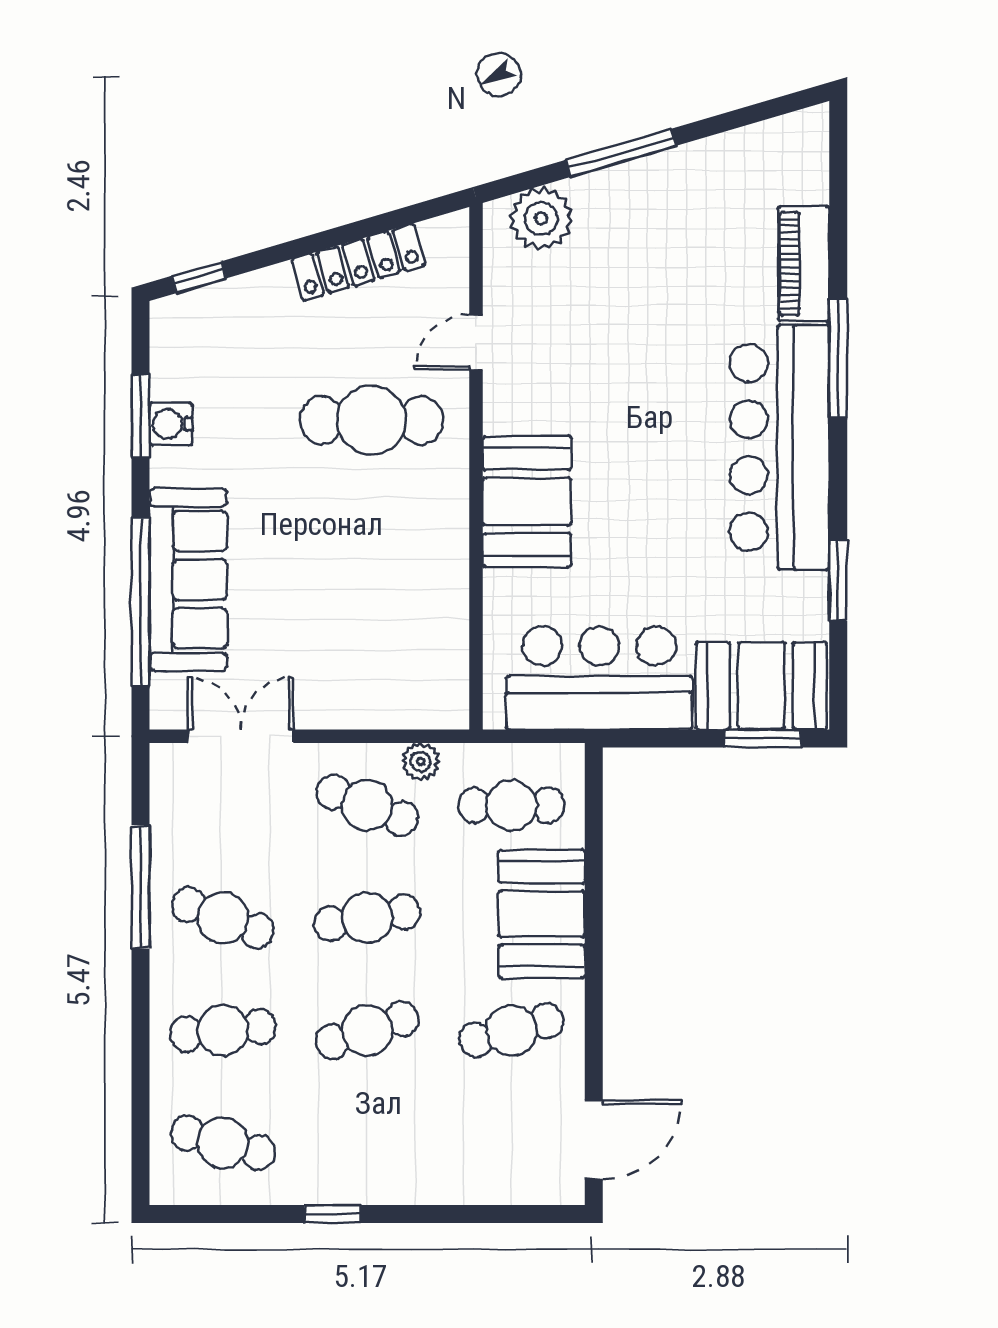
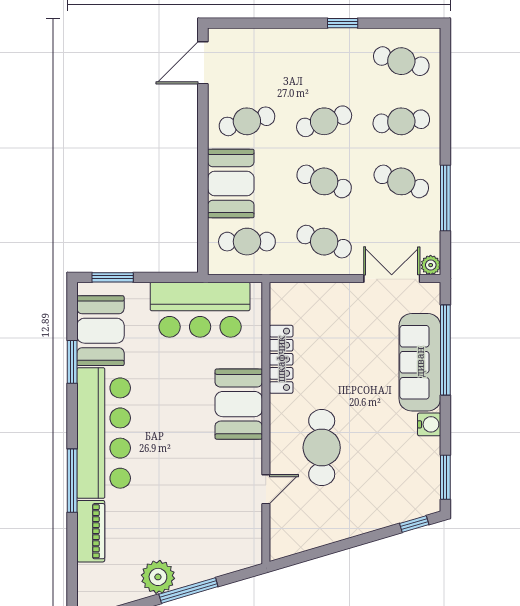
plant: (541, 218) -> (158, 577), moved
locker: (358, 262) -> (281, 359), moved, turned 106
window: (140, 416) -> (445, 477), moved
cafe table: (372, 420) -> (322, 448), turned 90
water cooler: (171, 424) -> (429, 424), moved
booth: (761, 686) -> (100, 331), moved, turned 90
double door: (241, 736) -> (392, 279), swing flipped
plant: (421, 761) -> (431, 265), moved
cafe table: (367, 918) -> (324, 181), turned 30

